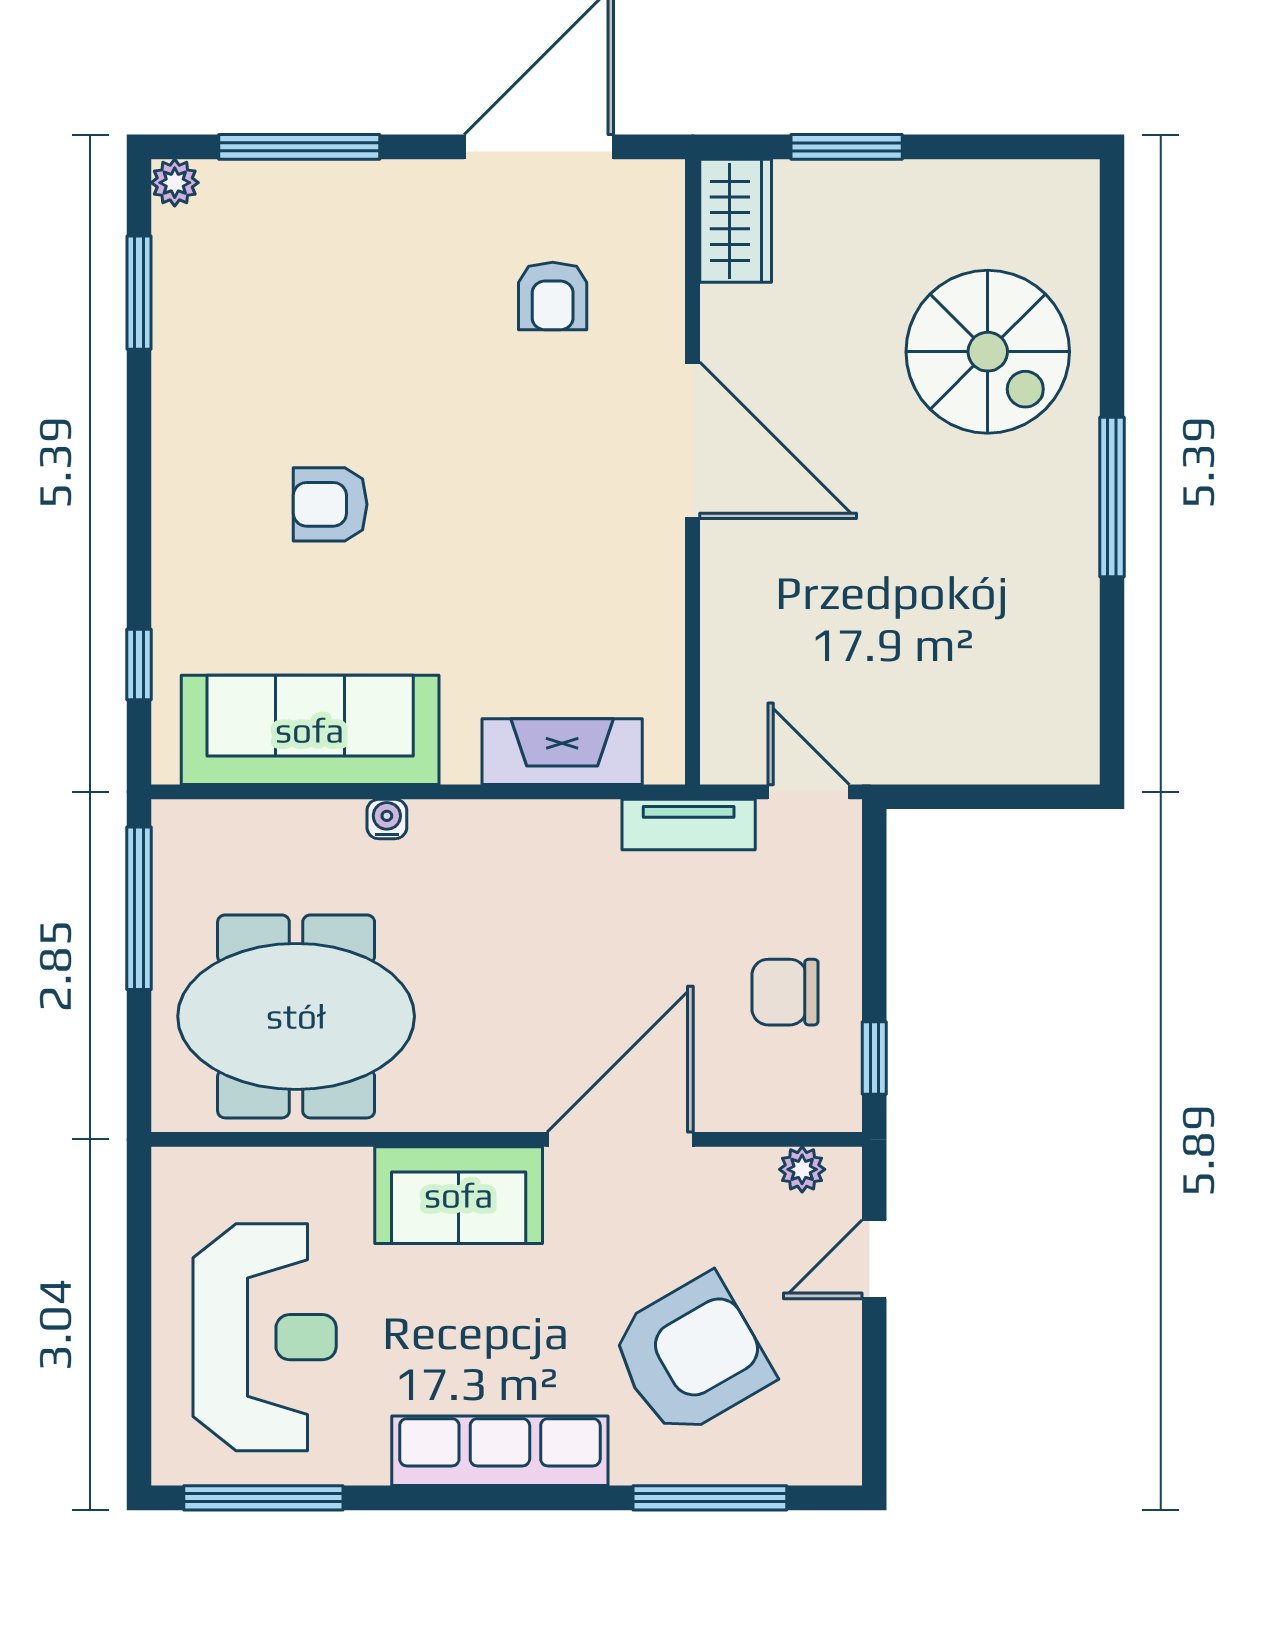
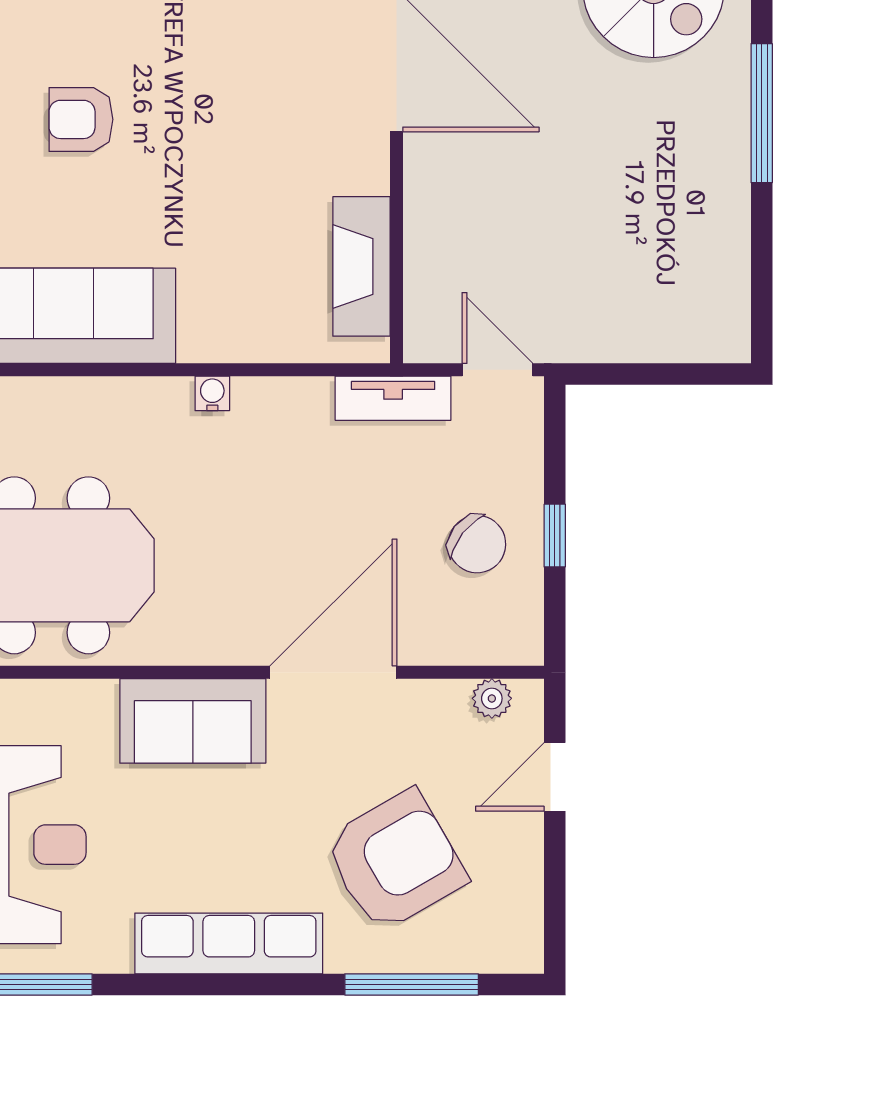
fireplace: (562, 752) -> (361, 266), moved, turned -90
water cooler: (387, 819) -> (212, 393), moved
chair: (785, 992) -> (477, 544), turned -142
window: (874, 1058) -> (555, 536), moved

